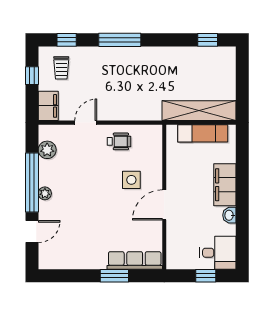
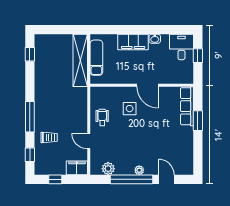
trolley: (61, 68) -> (49, 137), moved

